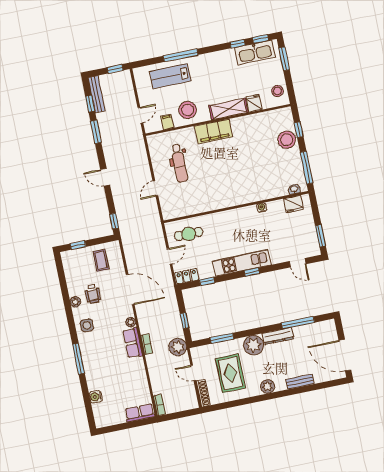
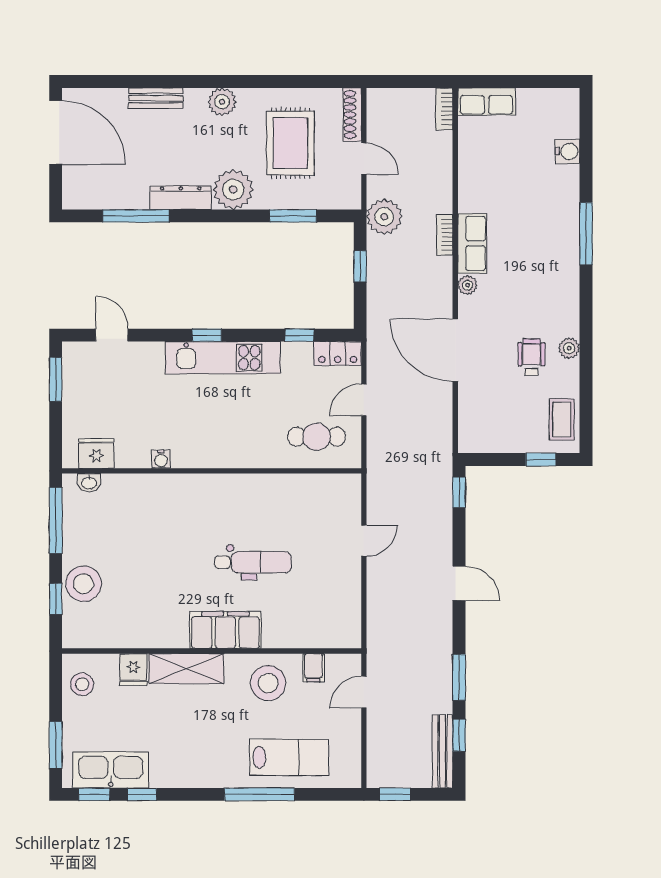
dental chair: (179, 163) -> (253, 562), moved, turned 90
coffee table: (101, 260) -> (562, 419), moved
side table: (87, 325) -> (556, 297), removed

